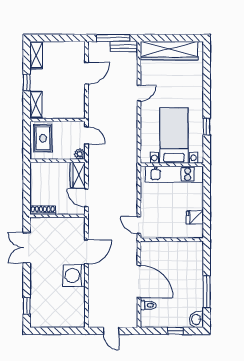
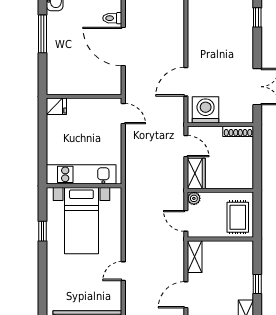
shelving: (36, 105) -> (195, 257), moved
fridge: (195, 217) -> (56, 106), moved
washing machine: (74, 276) -> (206, 110), moved, turned -90

